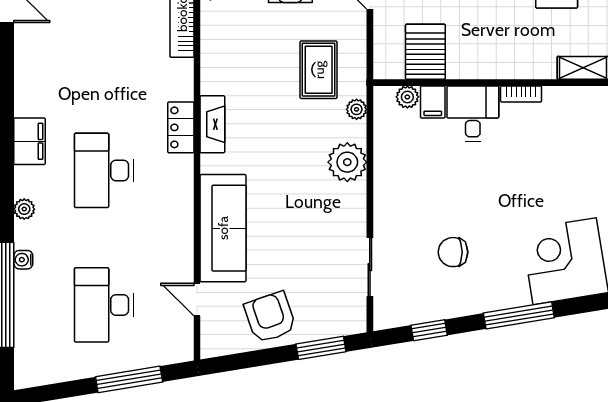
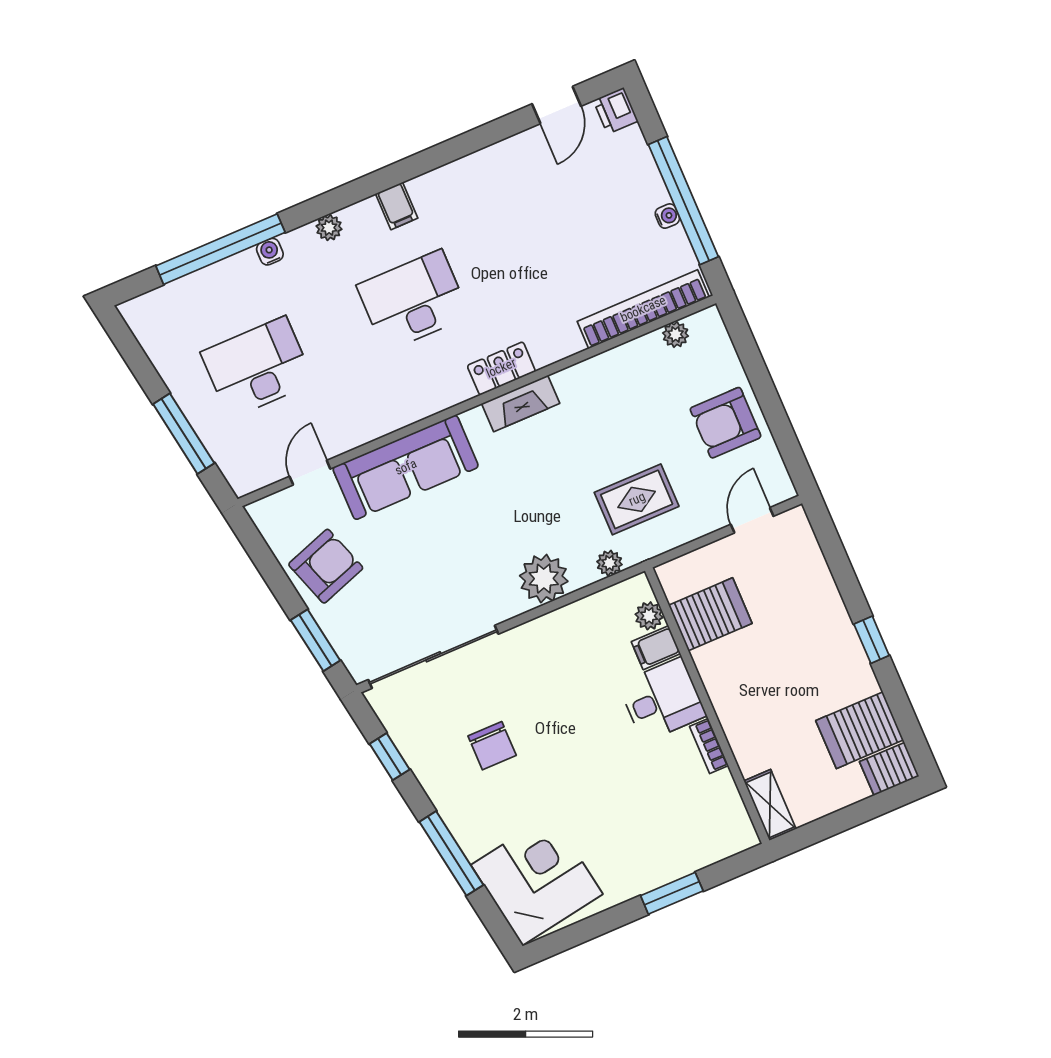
filing cabinet: (30, 141) -> (397, 206), width x0.50
chair: (453, 252) -> (492, 746), turned 180
sliding door: (370, 267) -> (433, 657), width x1.86

